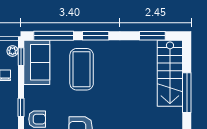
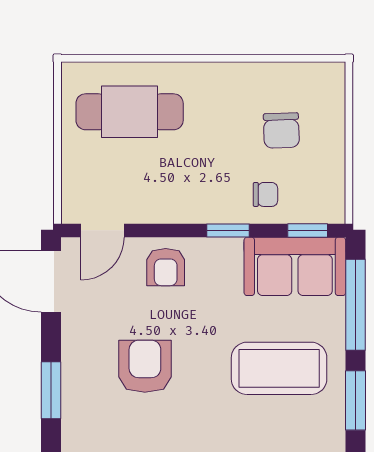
plant: (13, 51) -> (320, 211), removed
window: (21, 107) -> (228, 230), moved

